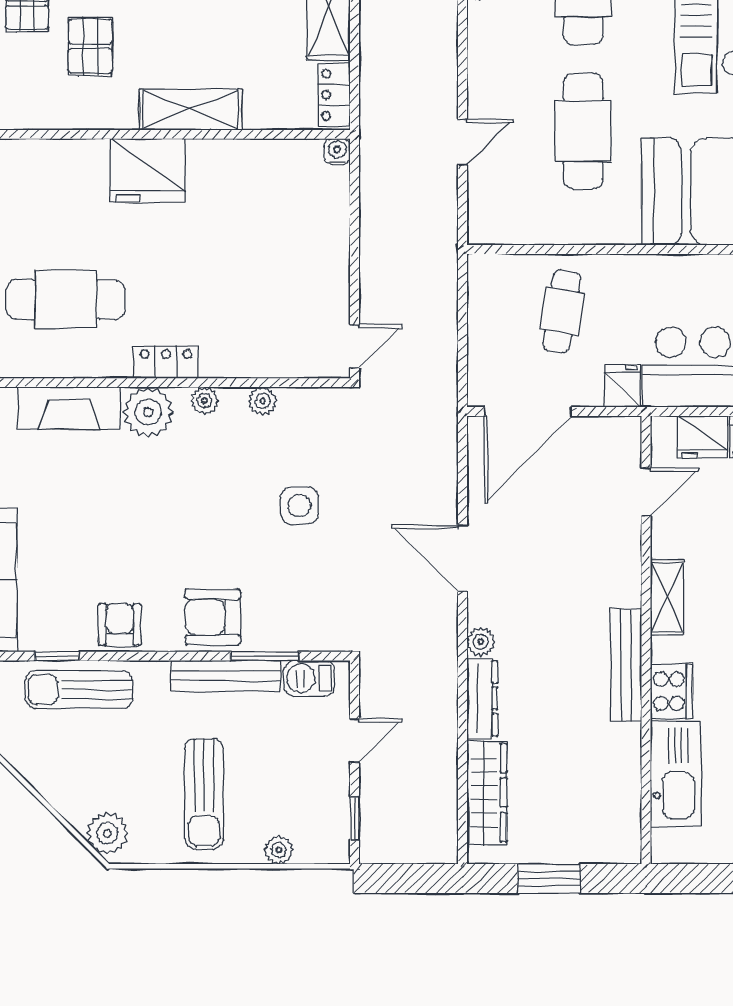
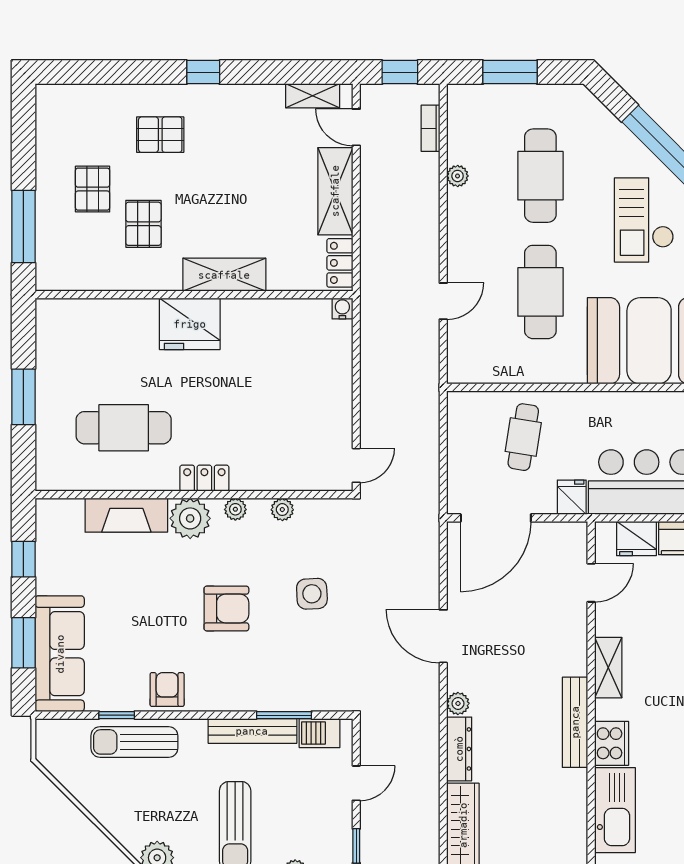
armchair: (213, 617) -> (226, 608), moved, turned 180

